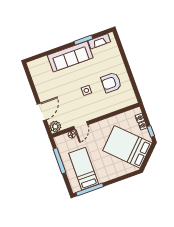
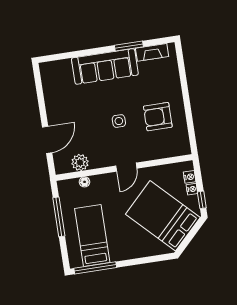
plant: (55, 126) -> (80, 162), moved
door: (81, 126) -> (126, 167), moved

